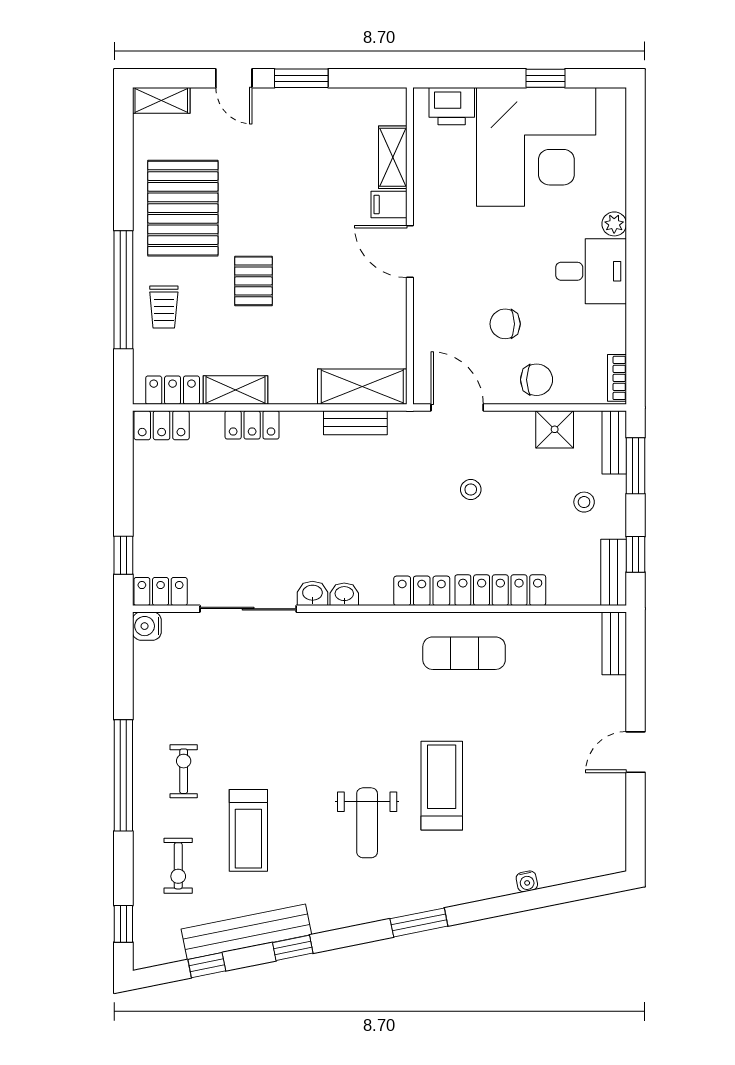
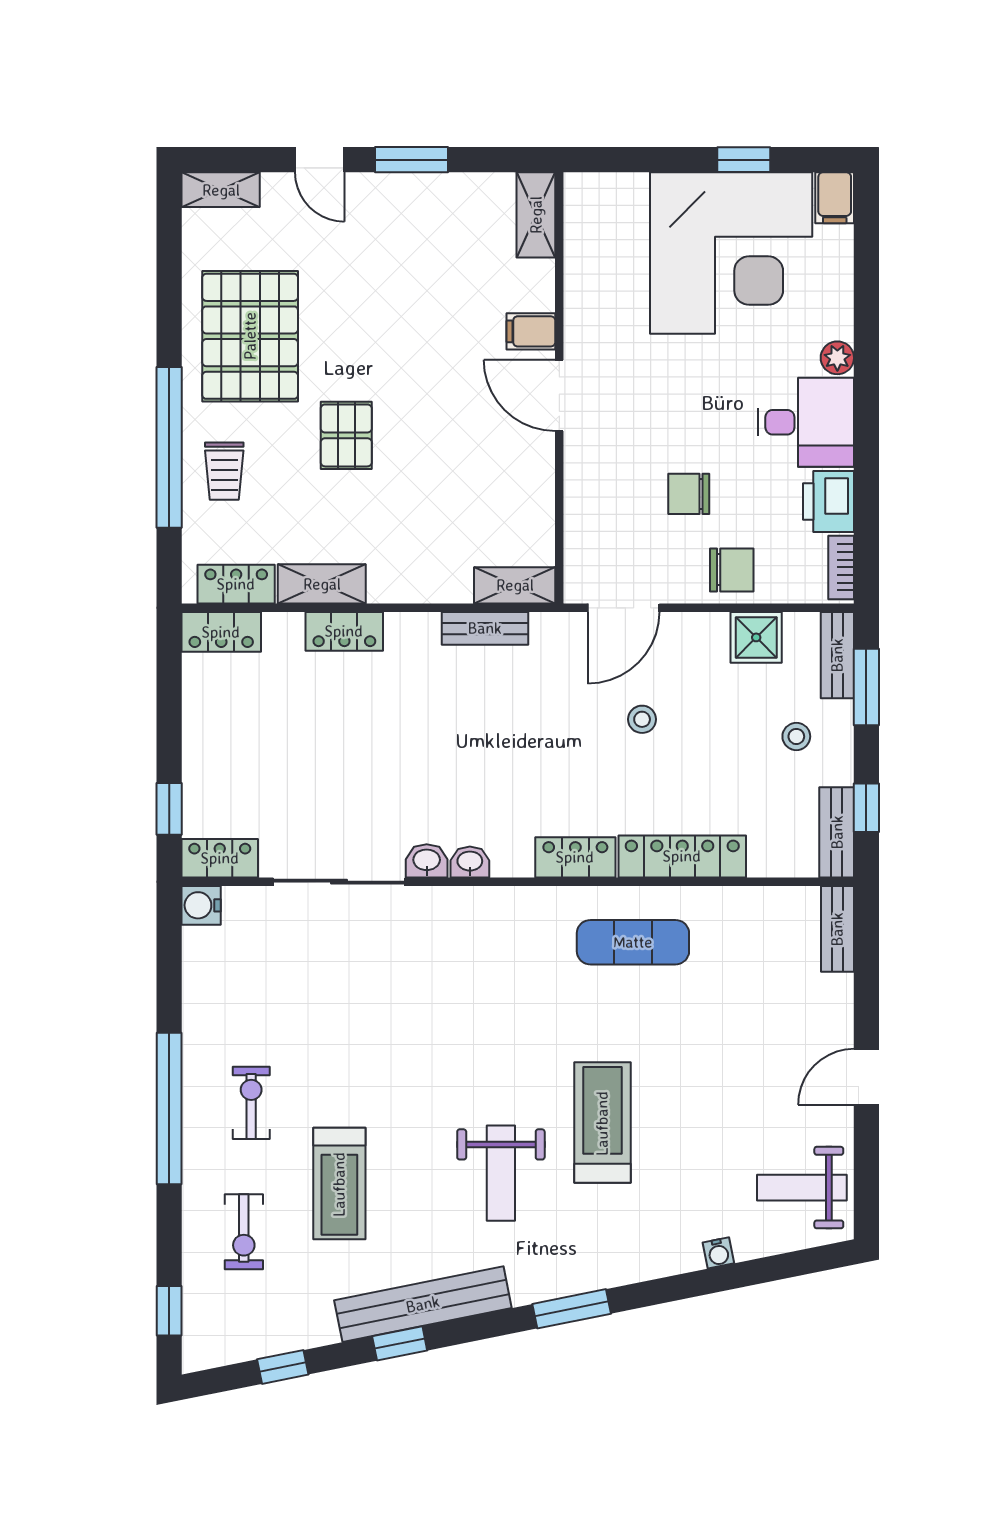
printer: (452, 106) -> (829, 501), moved, turned 90
filing cabinet: (612, 106) -> (835, 198), added
shelving: (393, 157) -> (536, 215), moved
shelving: (362, 387) -> (515, 585), width x0.67, depth x0.75
door: (457, 408) -> (623, 608), swing flipped
weight bench: (588, 833) -> (802, 1188), added
bench: (246, 932) -> (423, 1304), moved

